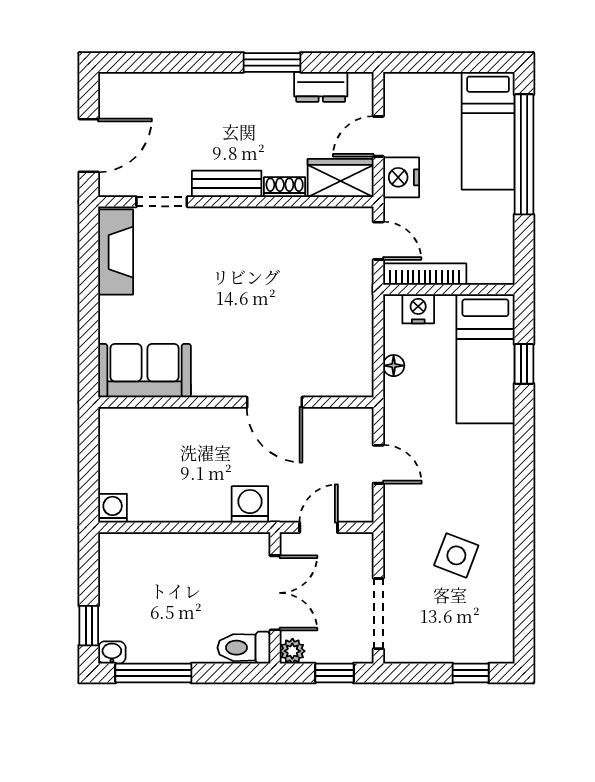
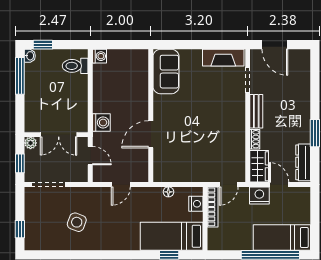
dresser: (321, 87) -> (303, 162), width x1.44
toilet: (244, 648) -> (75, 66), moved, turned -90

